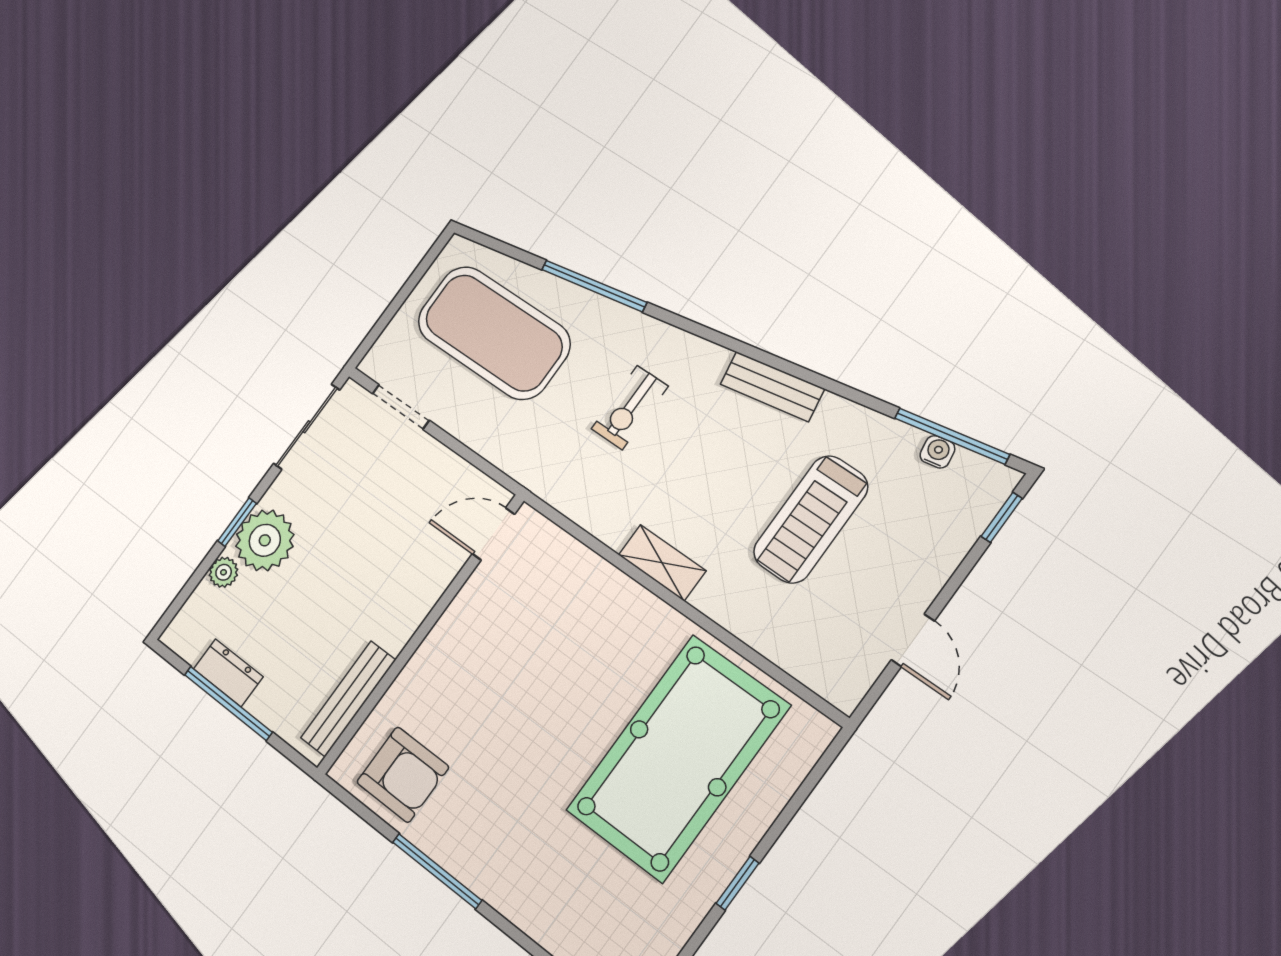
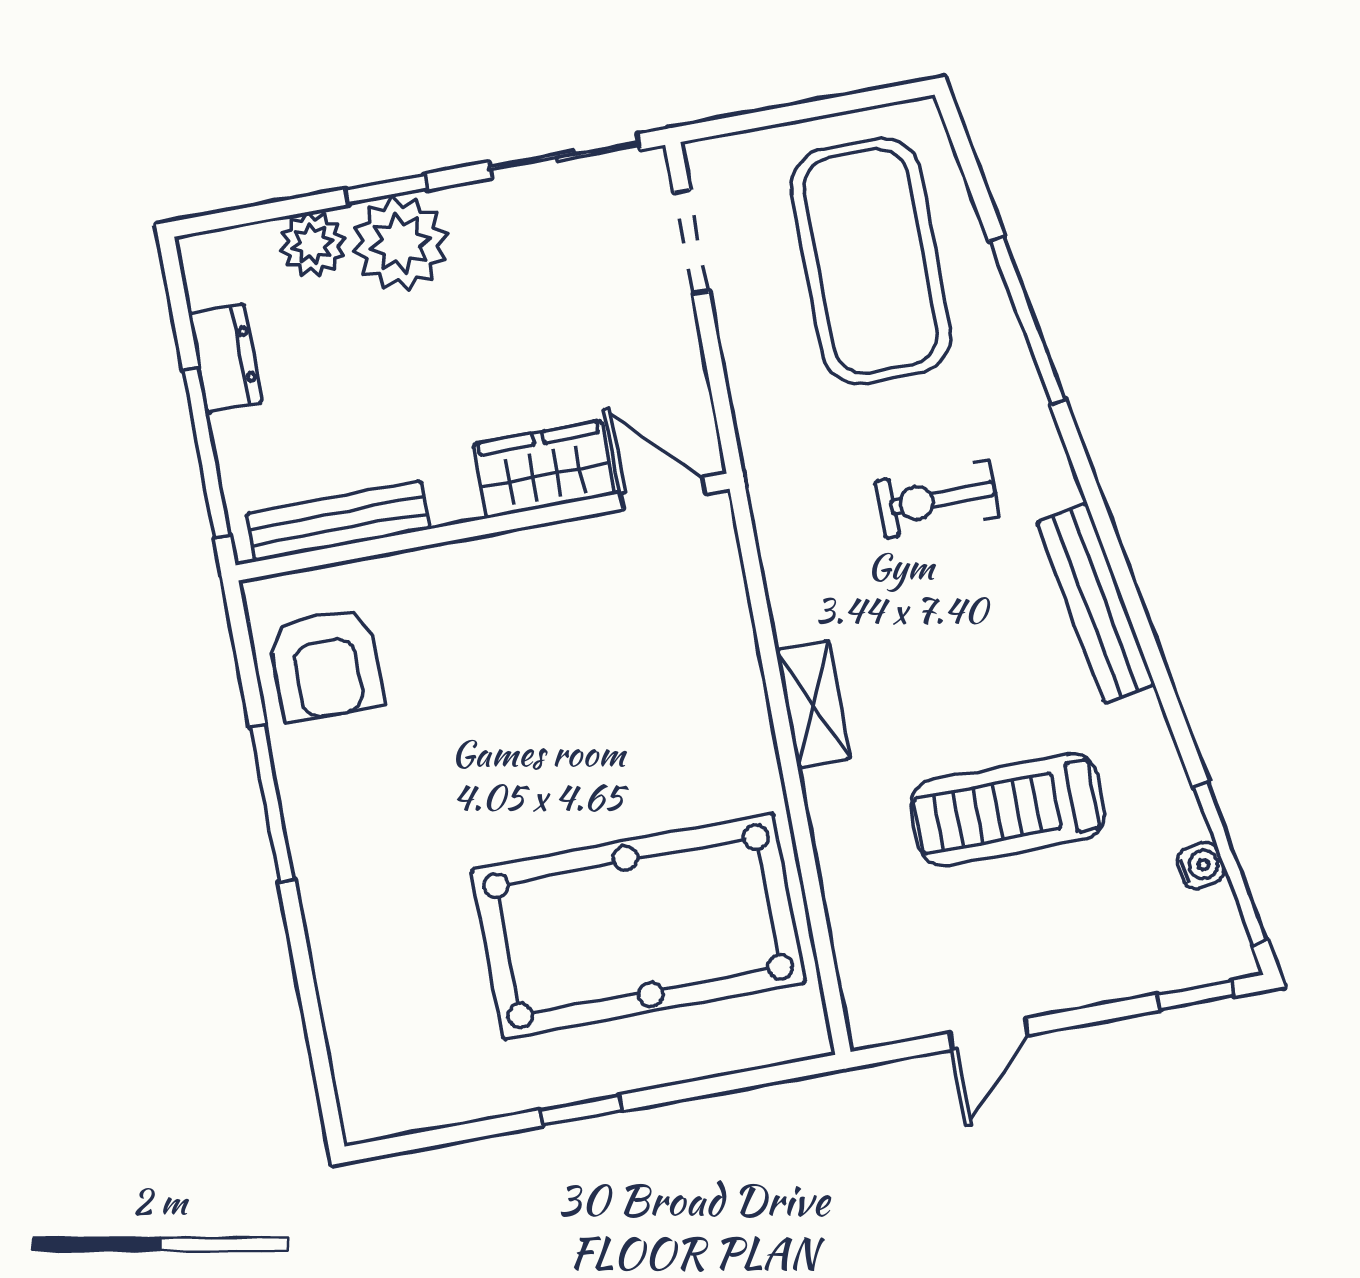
bench: (772, 386) -> (1096, 603), width x1.36
plant: (224, 572) -> (313, 244), width x1.37, depth x1.37
wardrobe: (426, 578) -> (544, 469), added
window: (228, 703) -> (207, 453), moved

